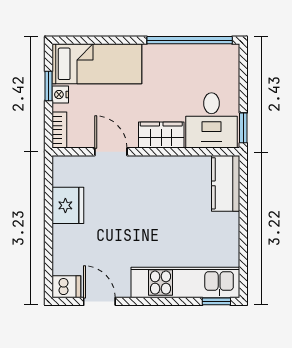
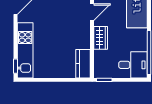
desk: (211, 120) -> (133, 65), moved, turned 180
kitchen counter: (226, 183) -> (83, 64), moved, turned -90

